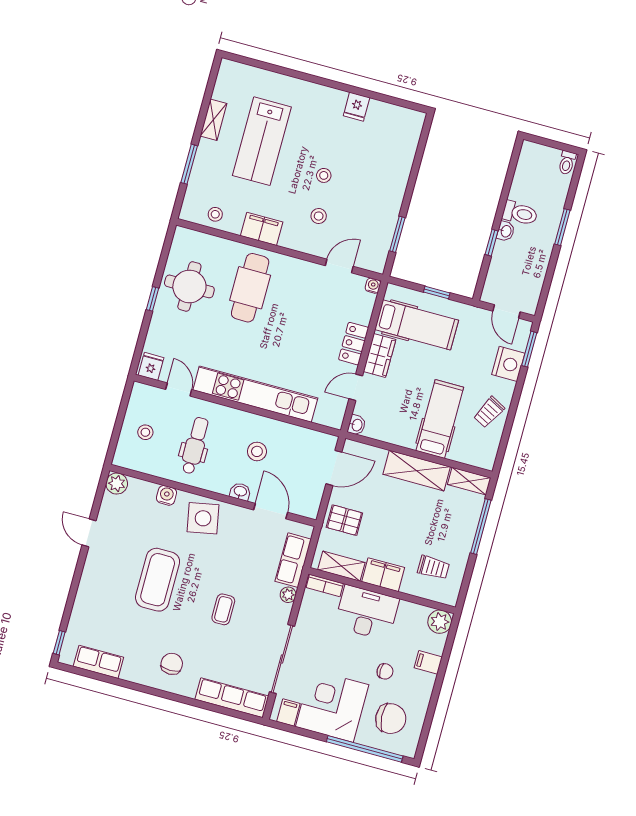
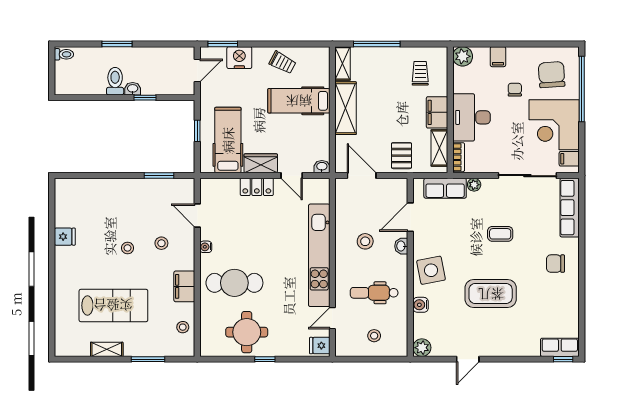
water cooler: (373, 286) -> (206, 247), moved
row of seats: (98, 662) -> (560, 347), moved, turned 90

